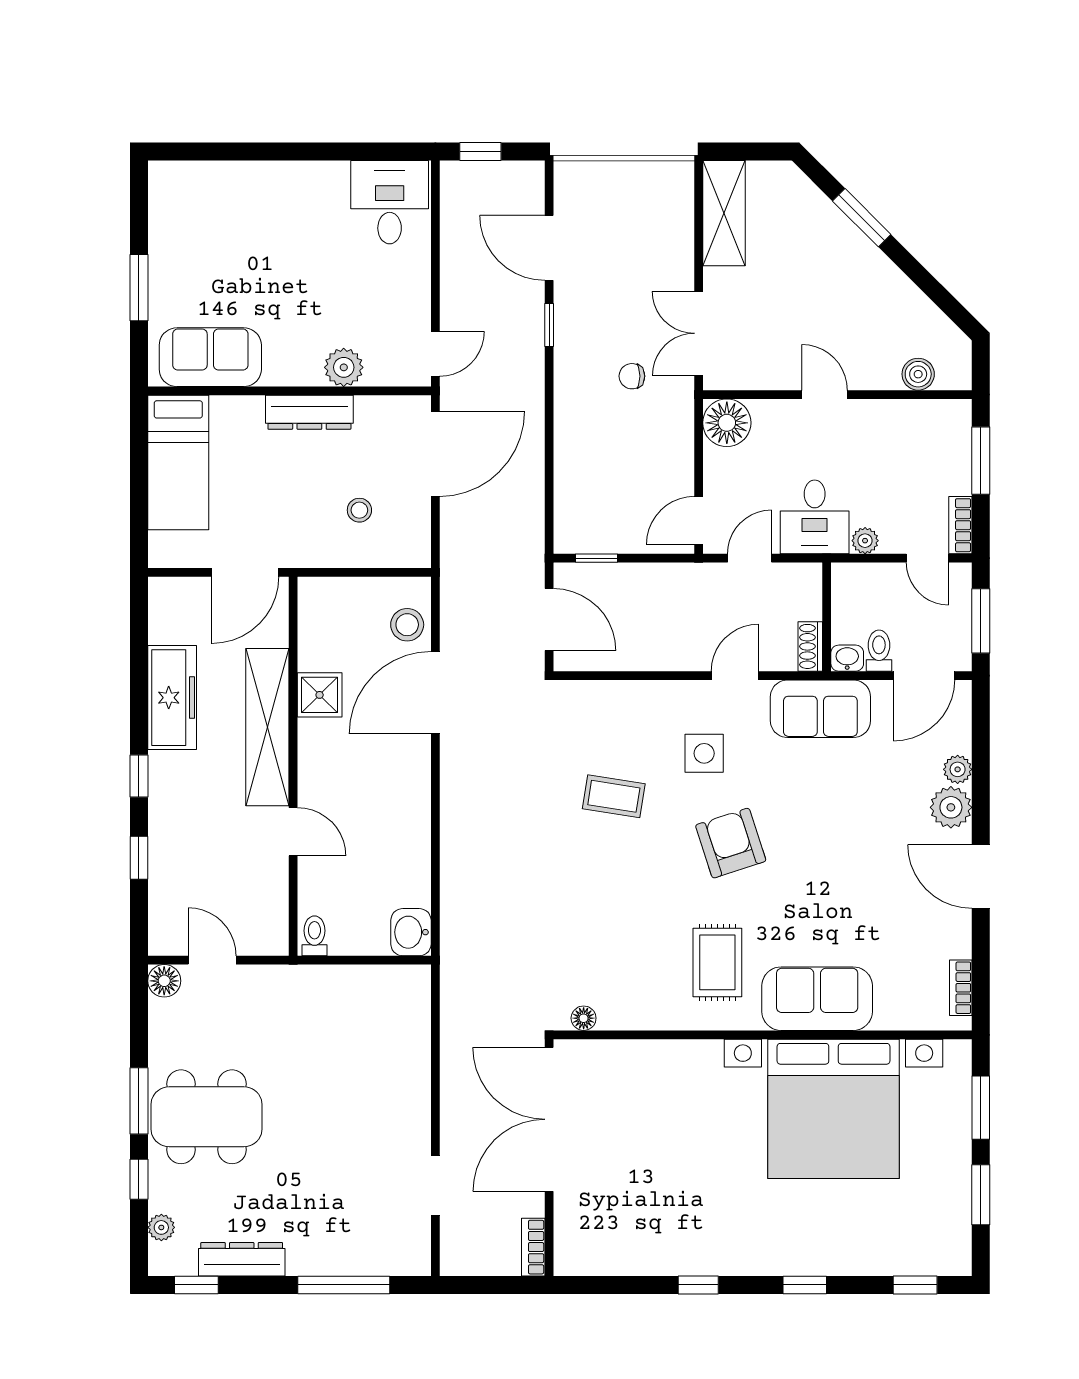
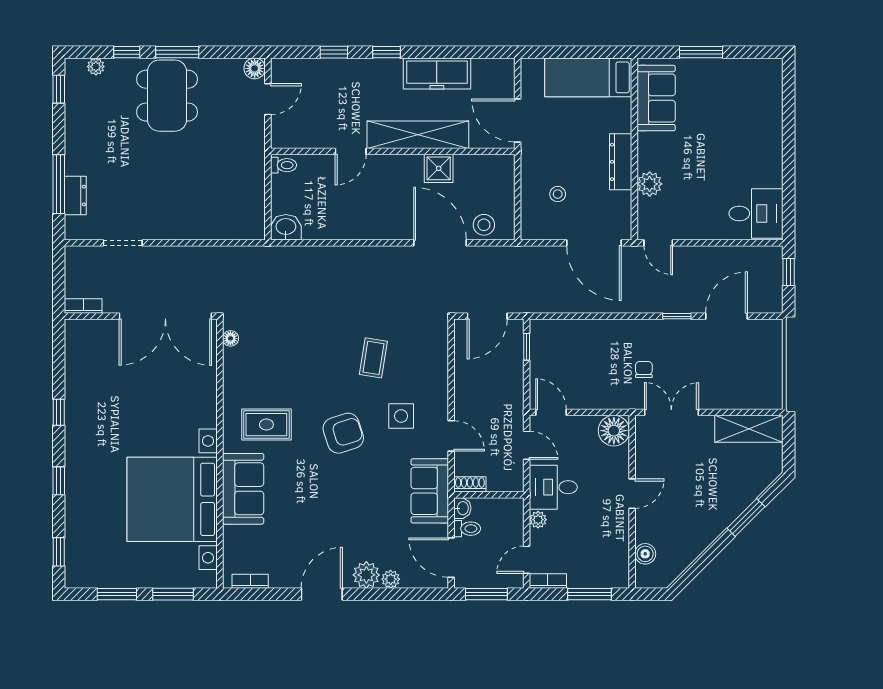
double door: (549, 1119) -> (165, 316), swing flipped
dresser: (242, 1259) -> (75, 196), moved, width x0.70

